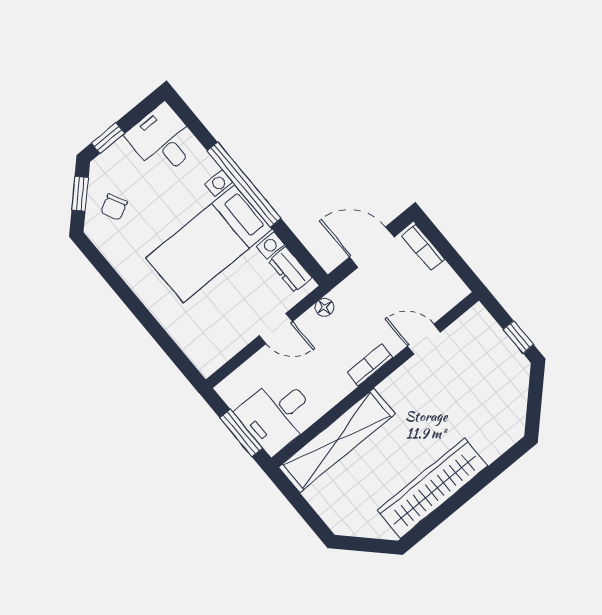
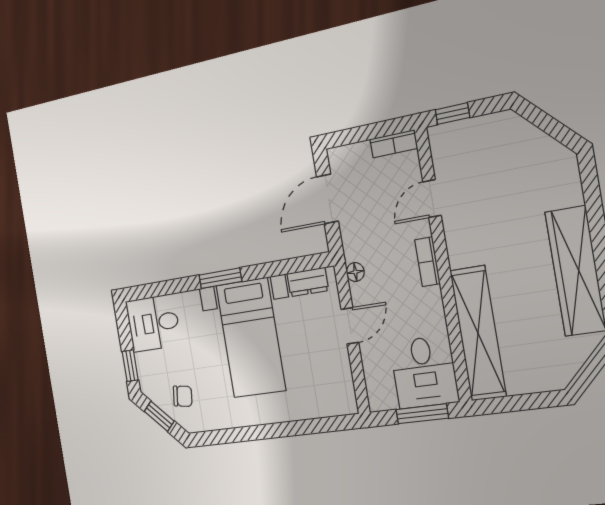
window: (244, 185) -> (220, 278), width x0.47
chair: (114, 207) -> (183, 396), turned -55
bookcase: (423, 247) -> (394, 144), moved
window: (518, 337) -> (452, 114), moved

